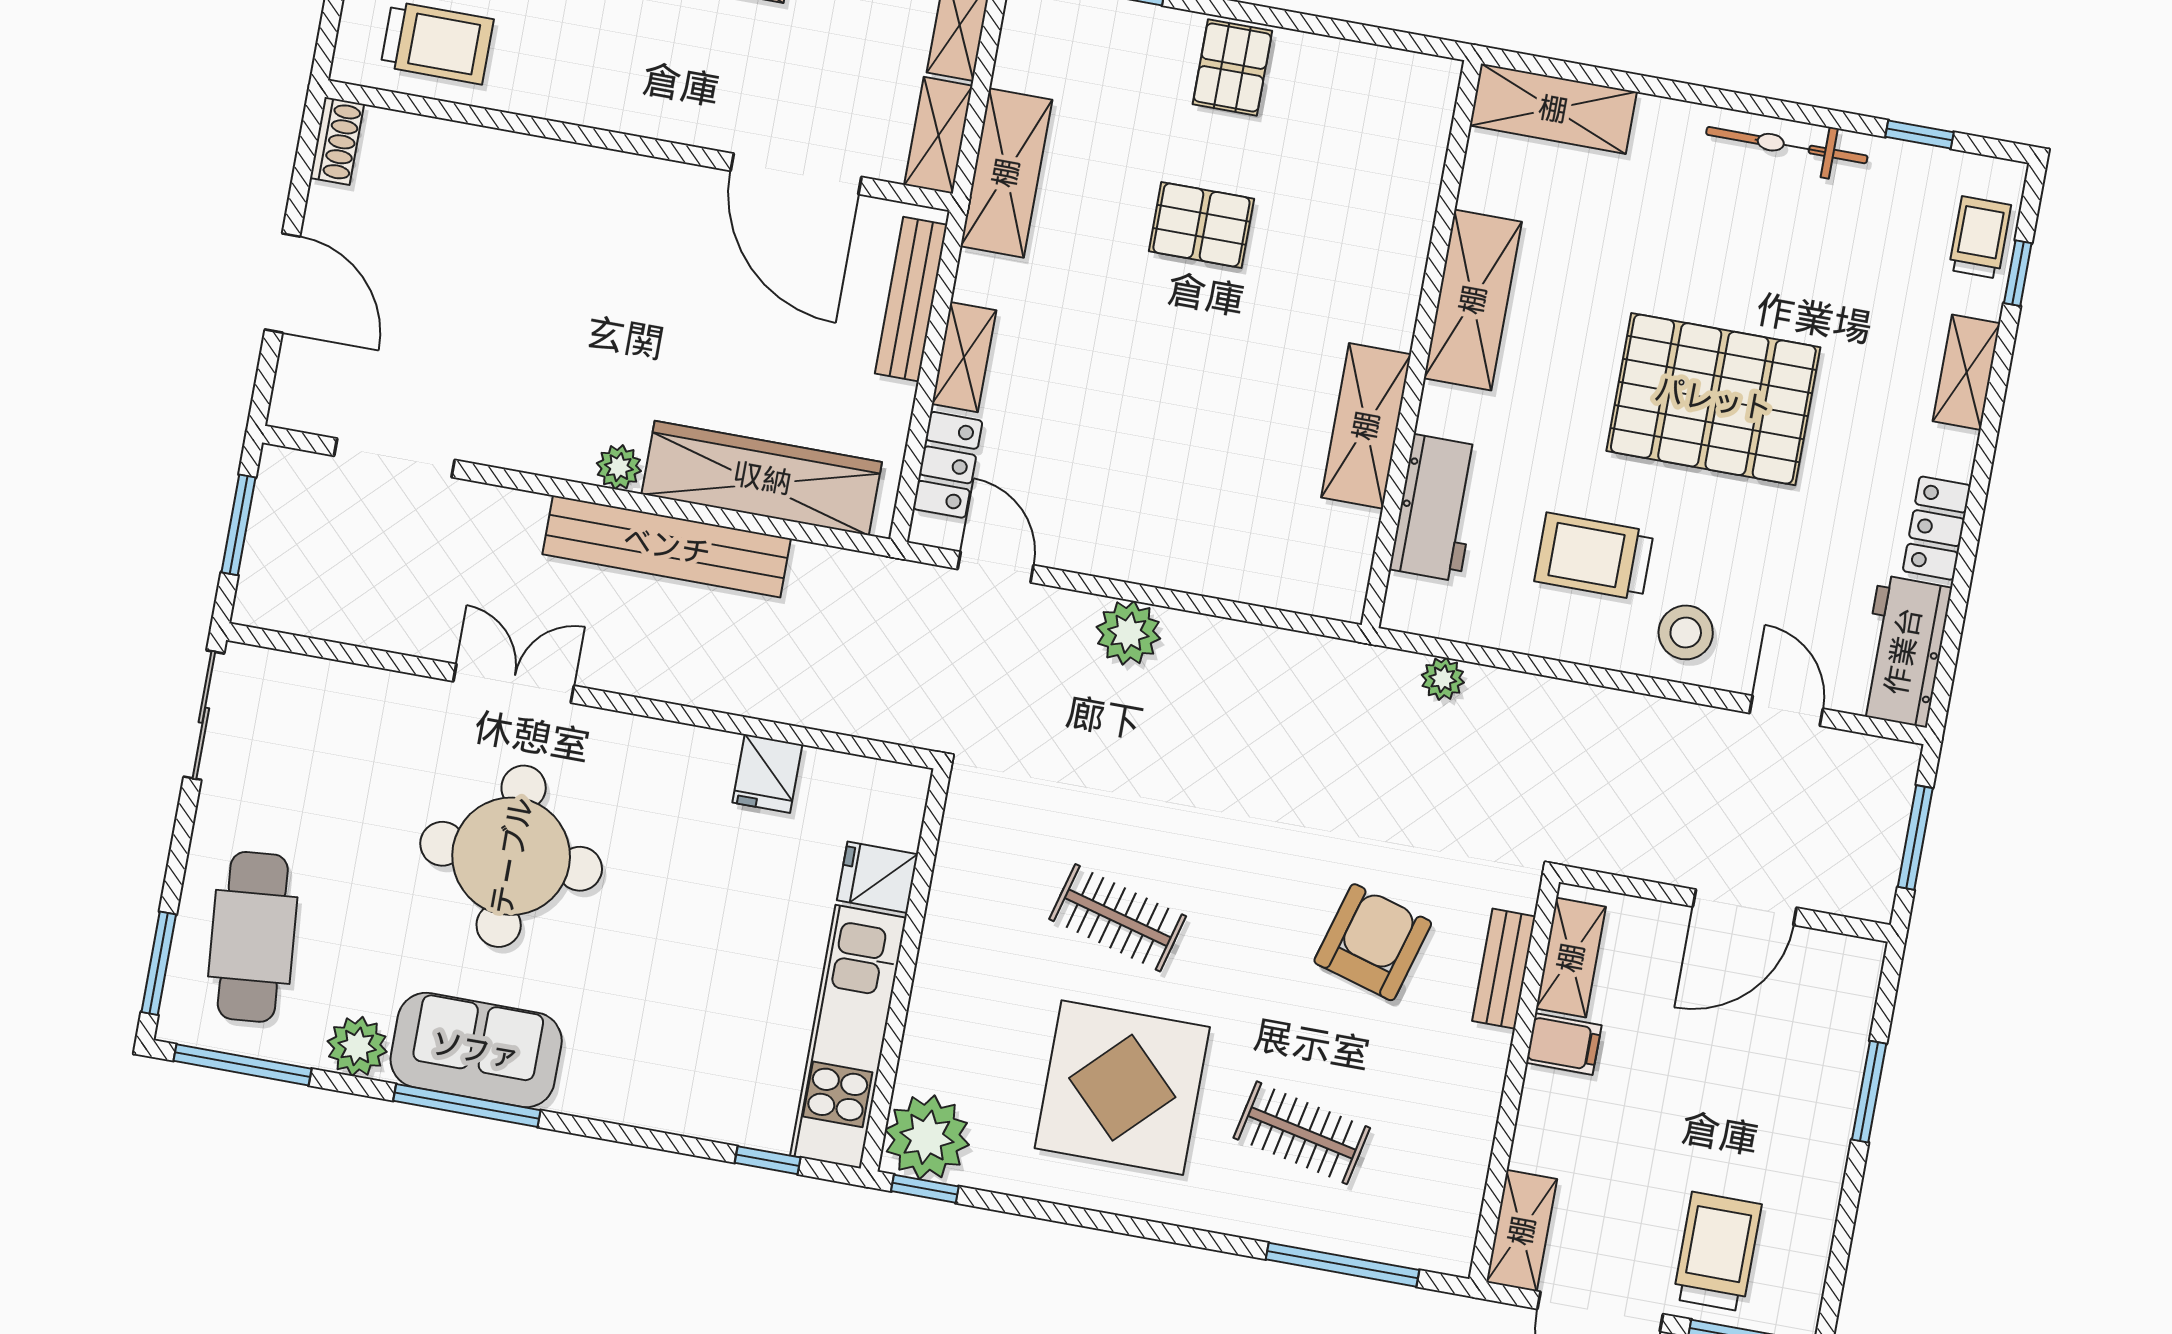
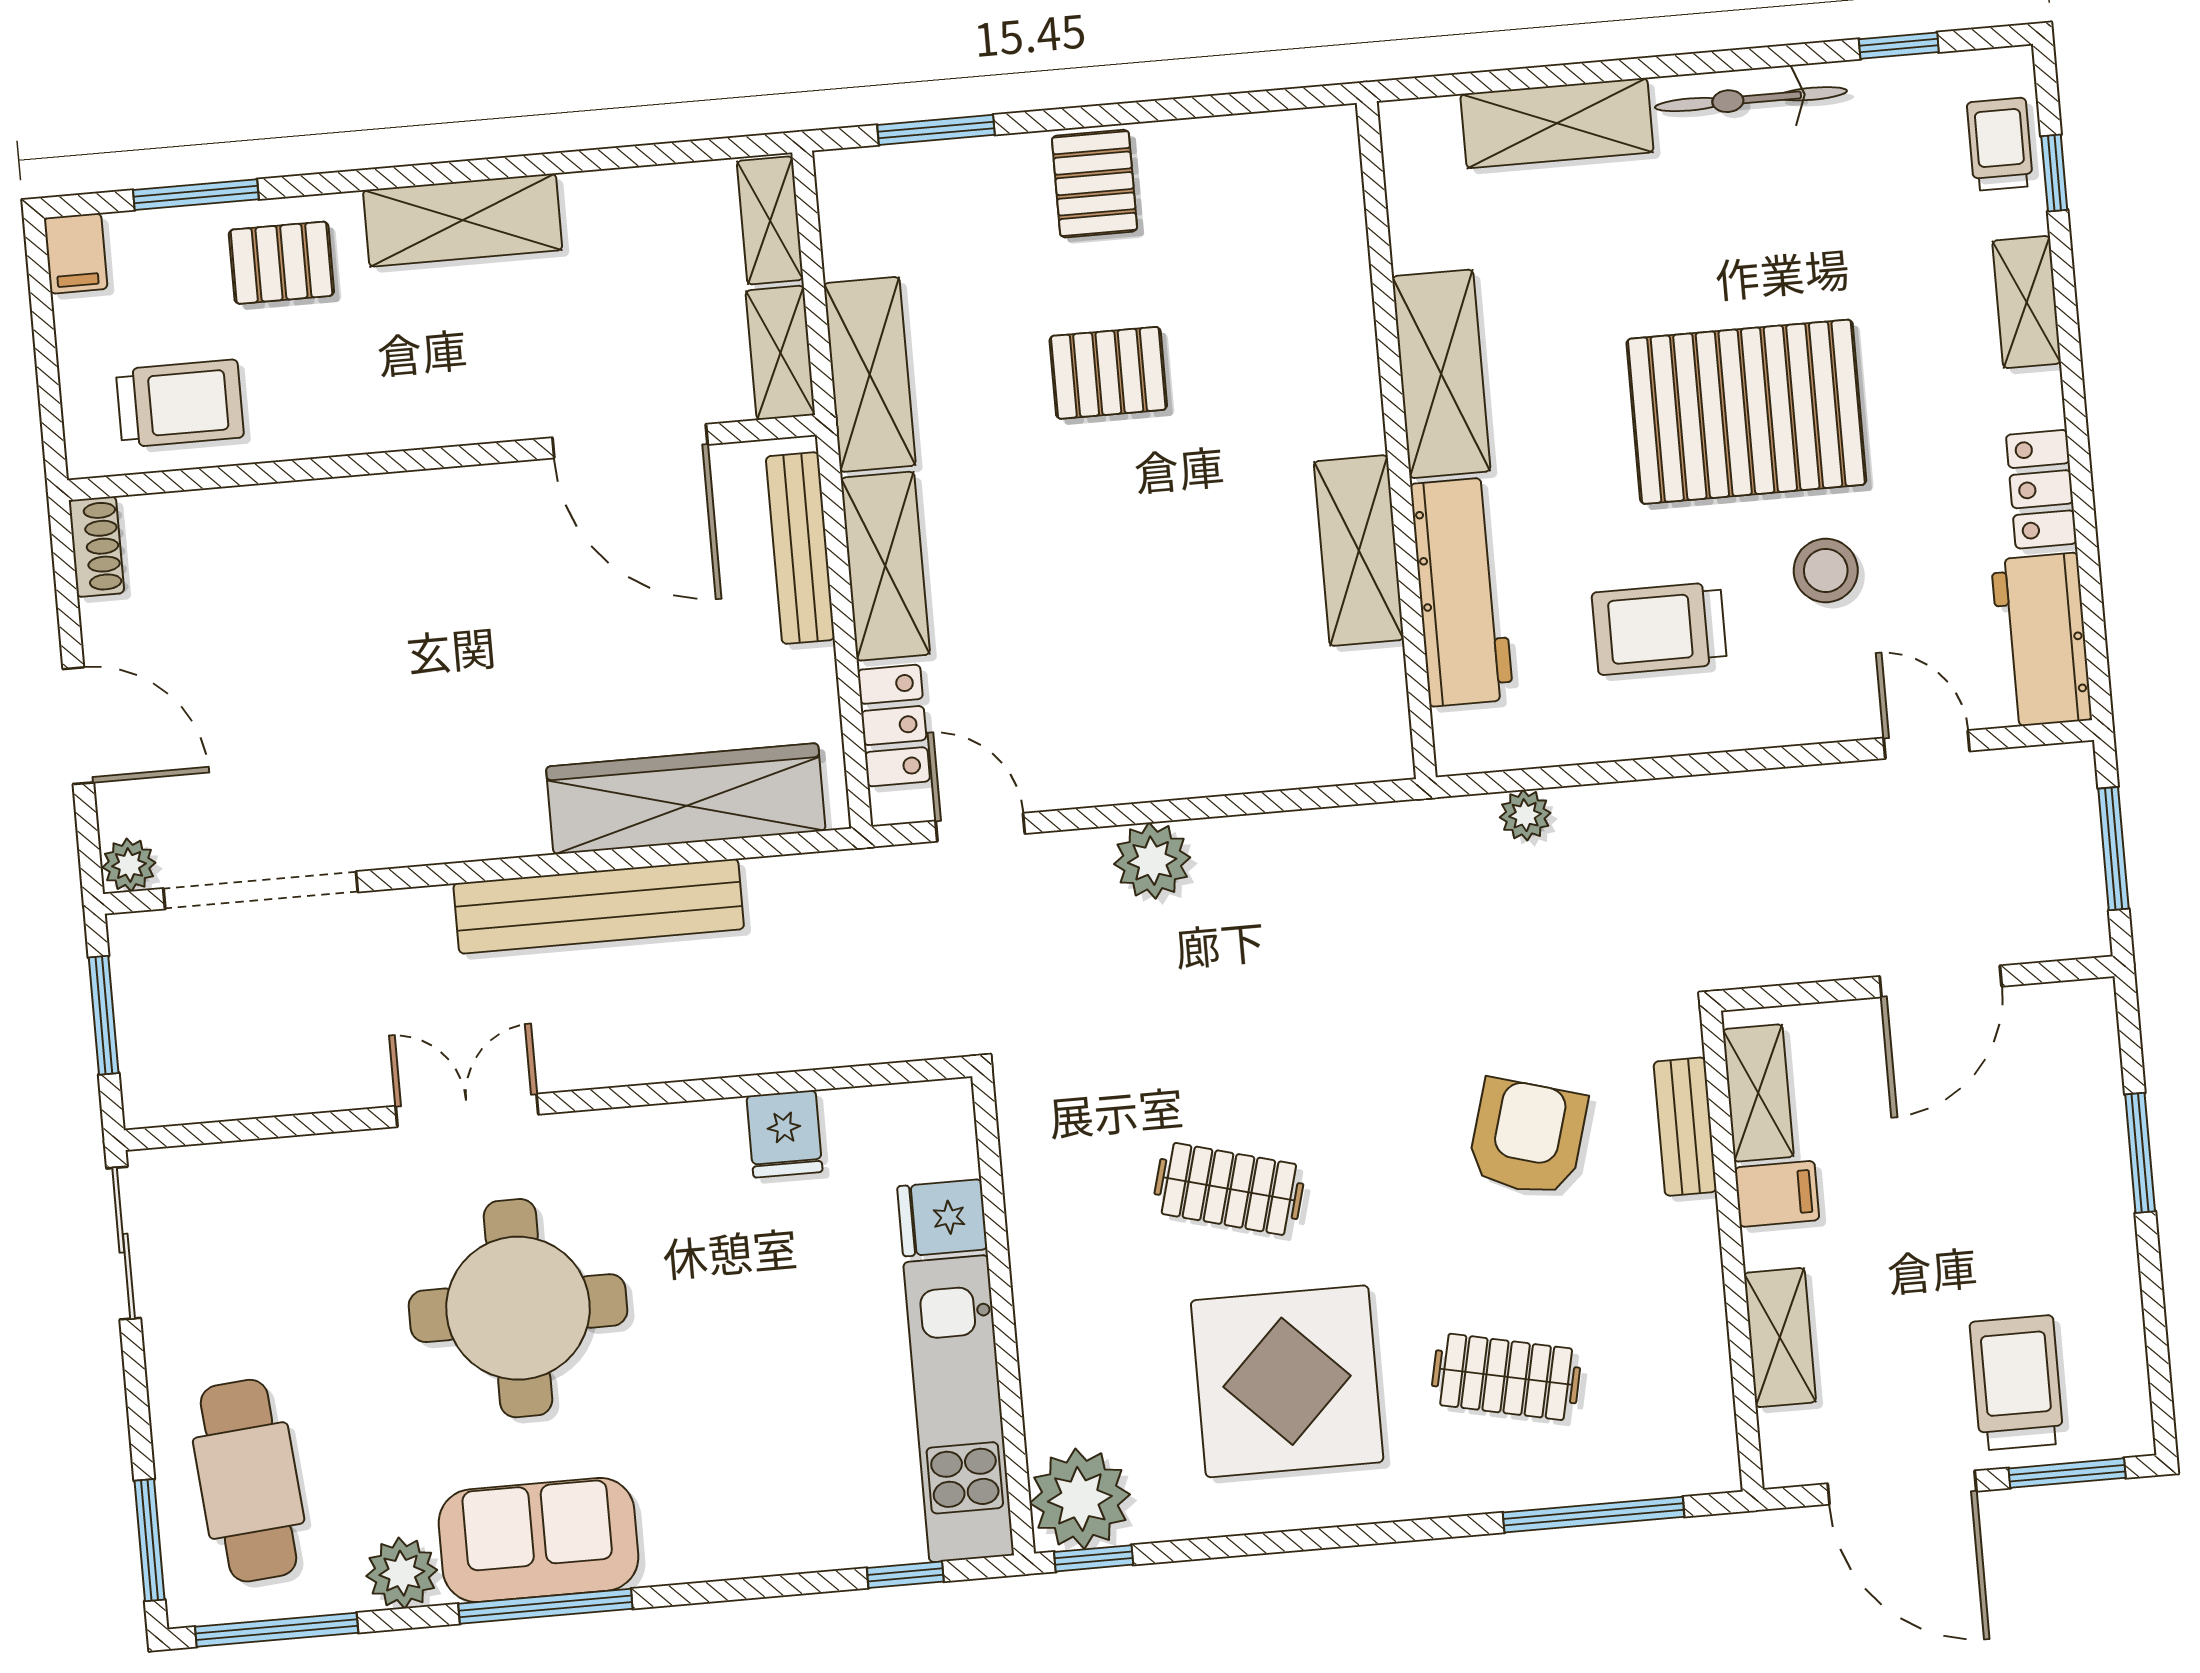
shelving: (1553, 109) -> (1557, 123), moved
shelving: (964, 357) -> (885, 566), width x1.50, depth x1.33
doorway: (394, 458) -> (261, 890), width x1.36
plant: (619, 467) -> (129, 865), moved
workbench: (1436, 508) -> (1462, 592), width x1.38
stool: (1686, 632) -> (1826, 571), moved
shelving: (1522, 1231) -> (1780, 1338), moved

